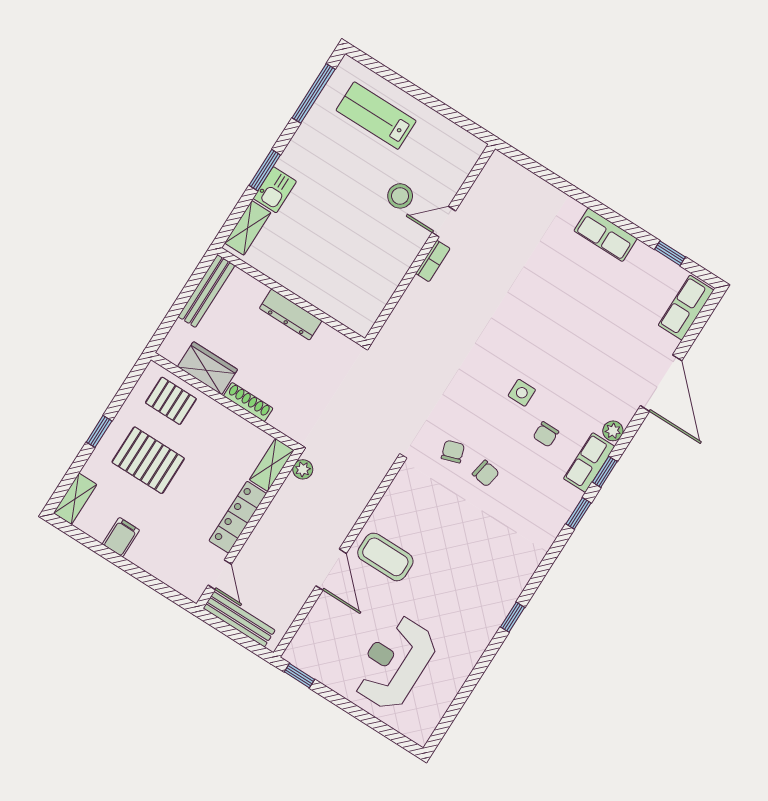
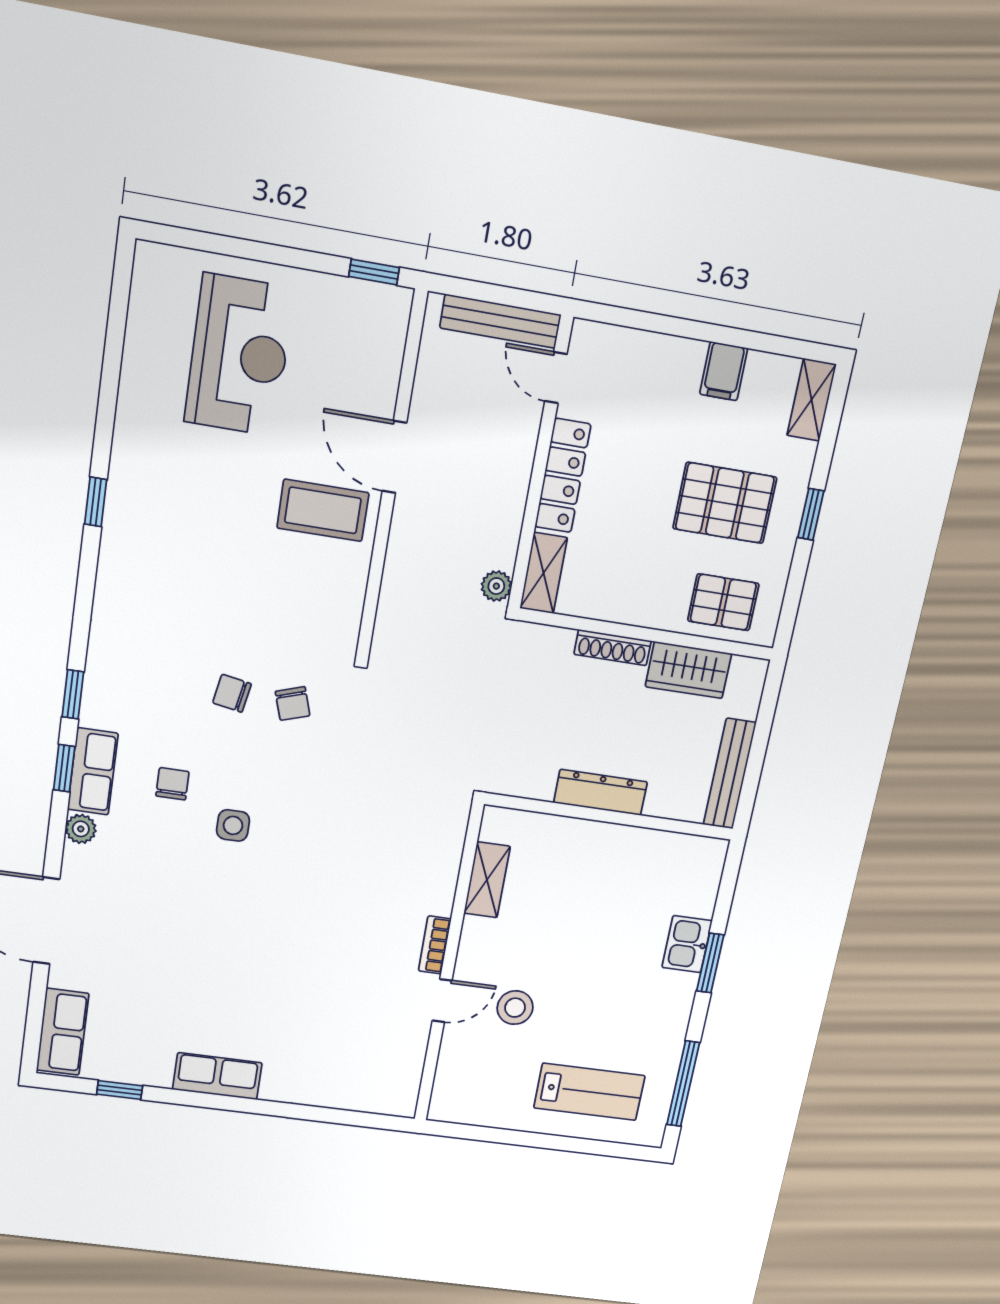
shelving: (248, 228) -> (487, 880), moved

